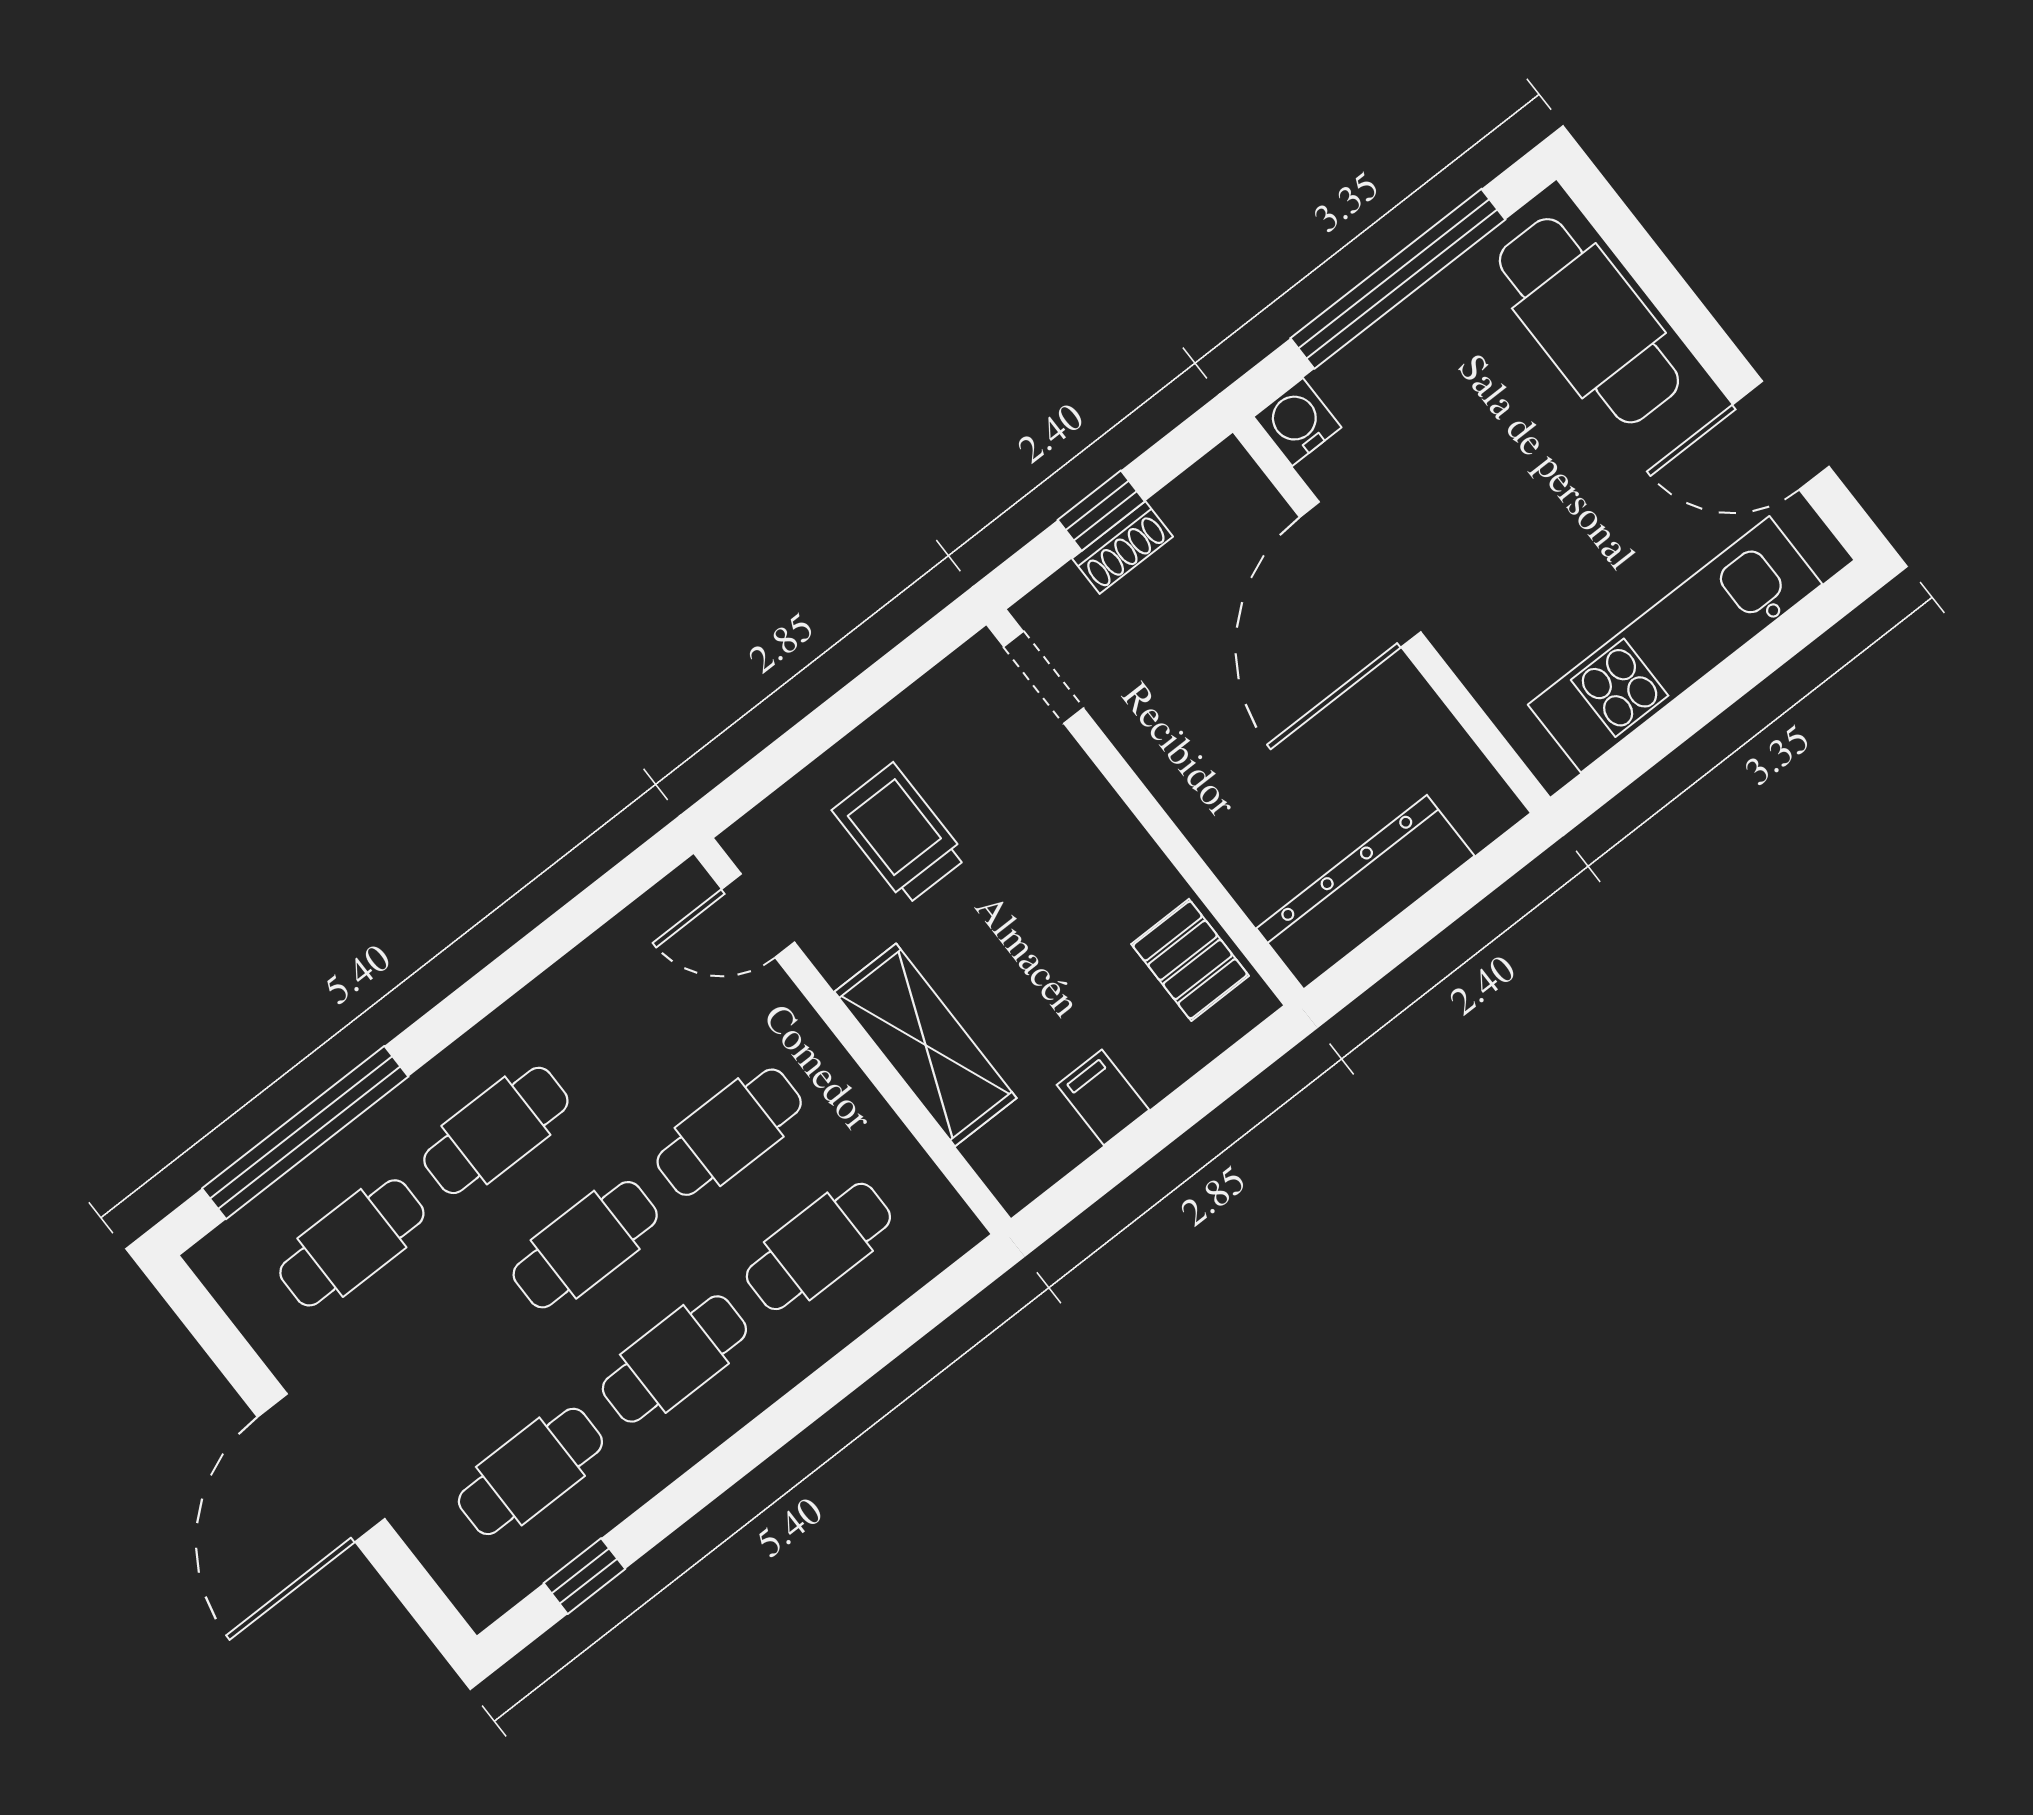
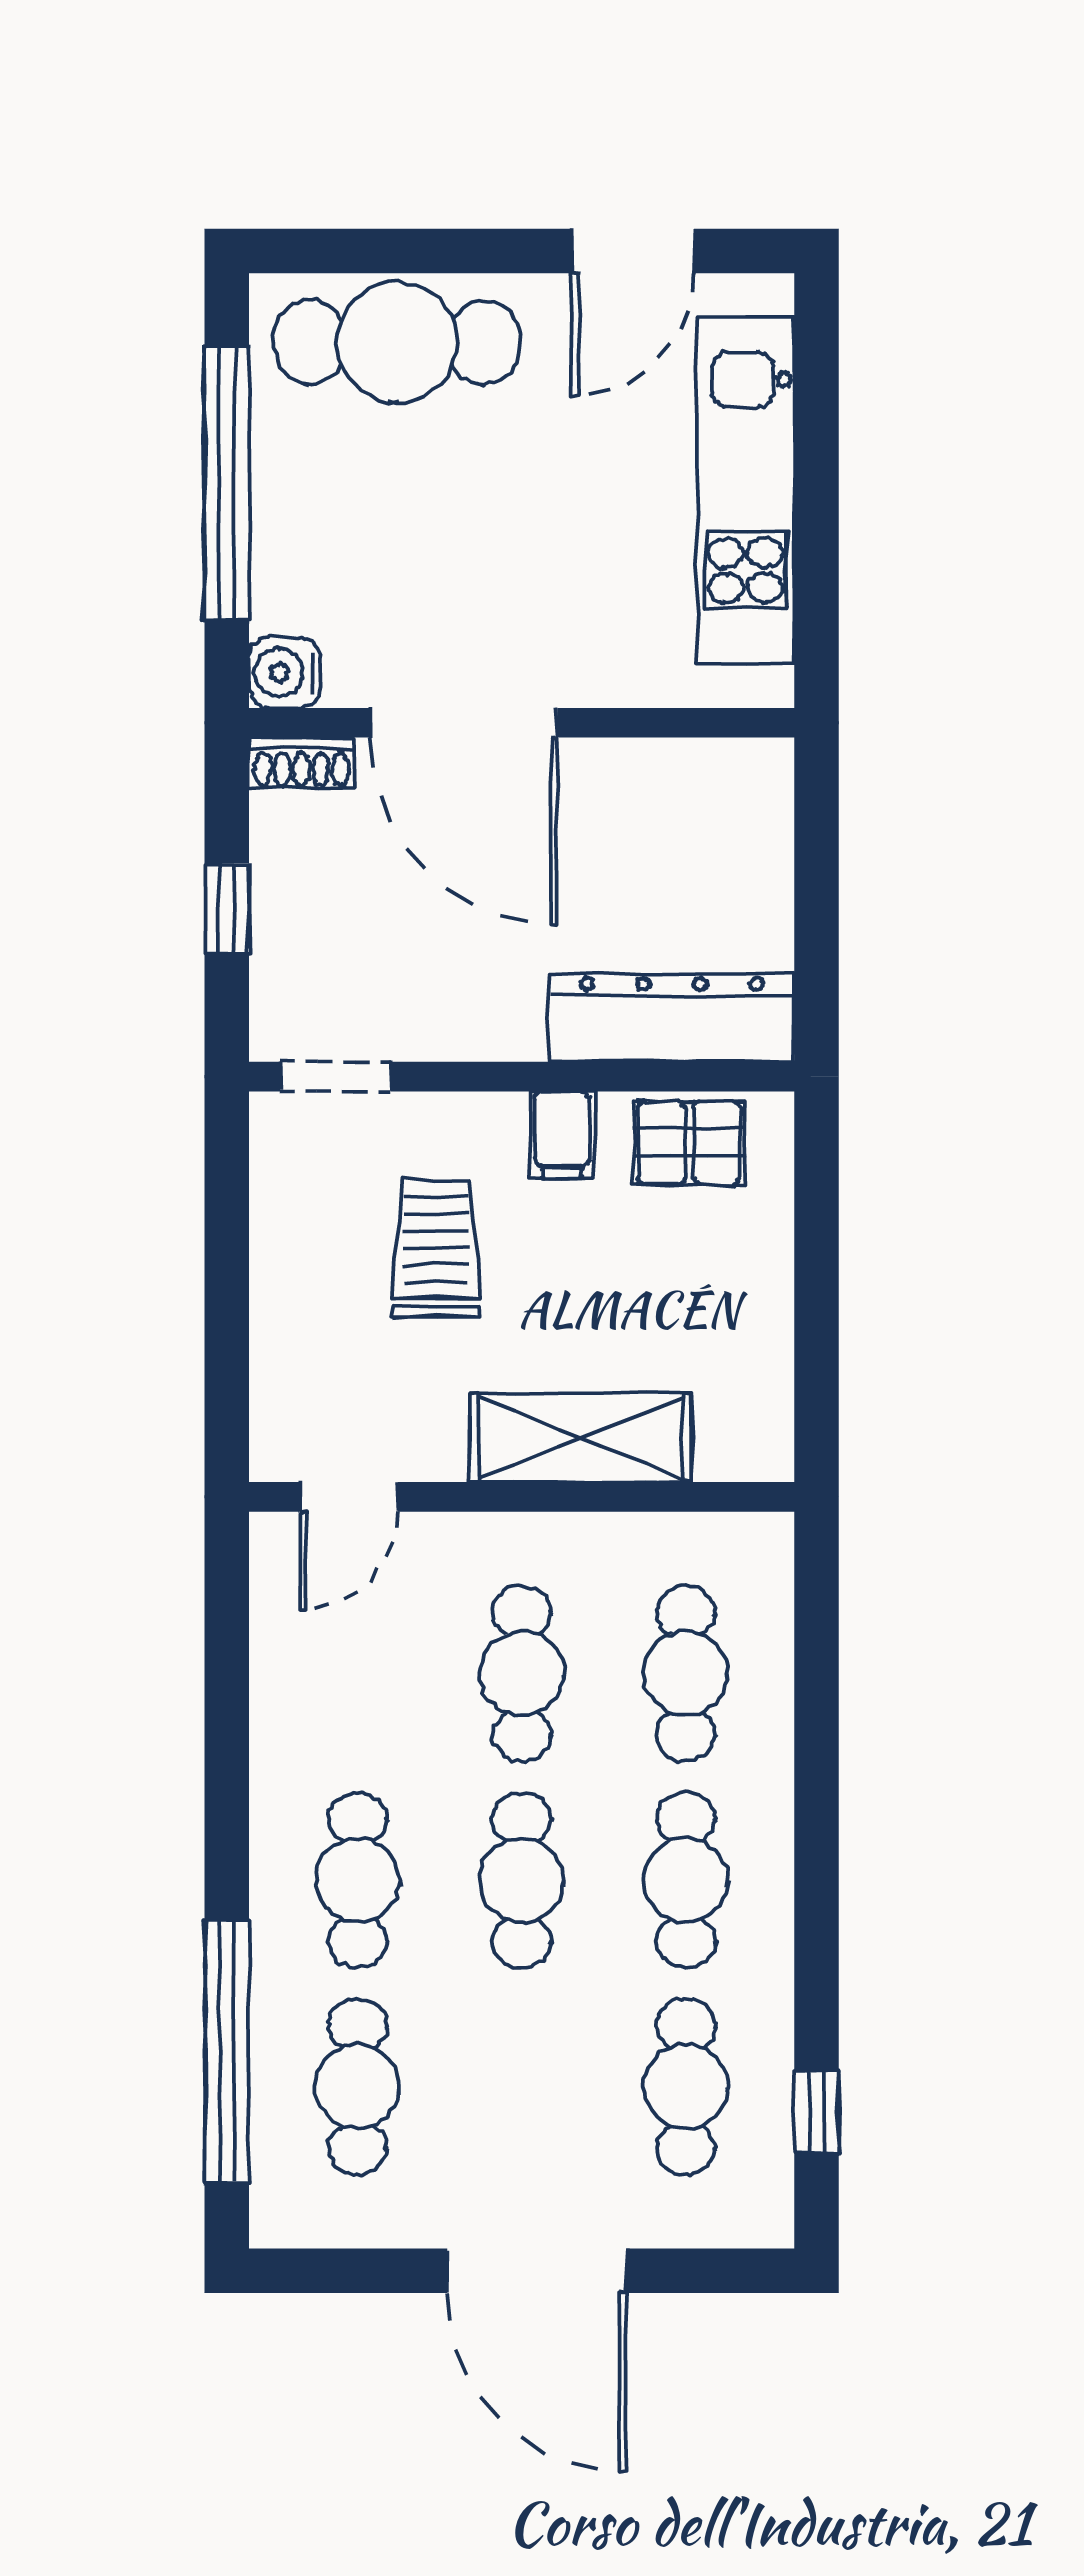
shoe rack: (1122, 548) -> (302, 763), moved, turned 90
trolley: (900, 834) -> (436, 1249), moved, turned 90
dresser: (1365, 892) -> (672, 1018), moved, turned 90
filing cabinet: (1103, 1097) -> (562, 1135), moved, turned -90

